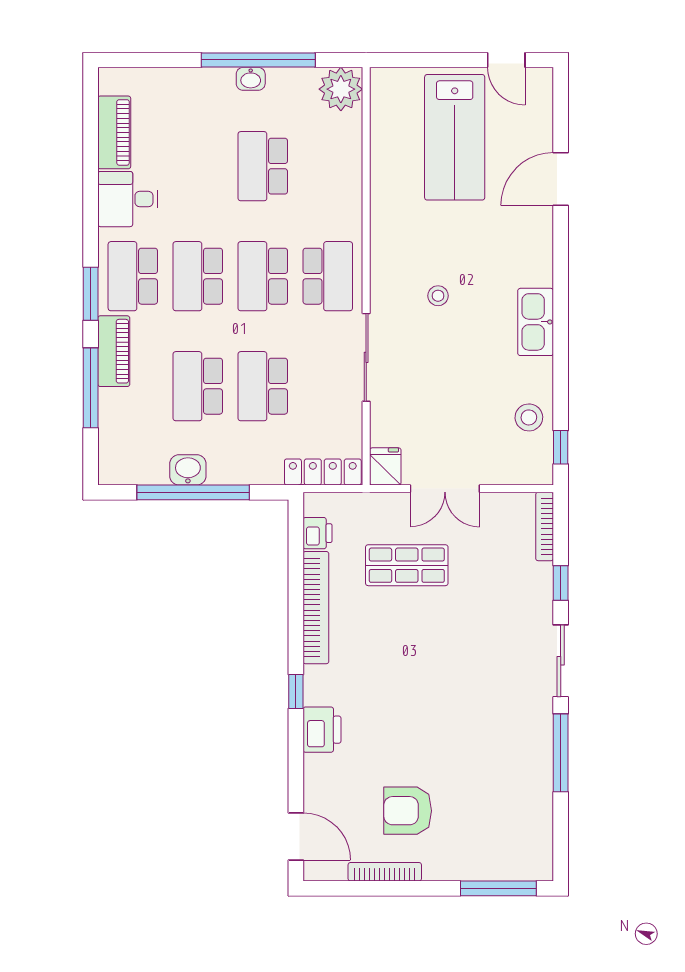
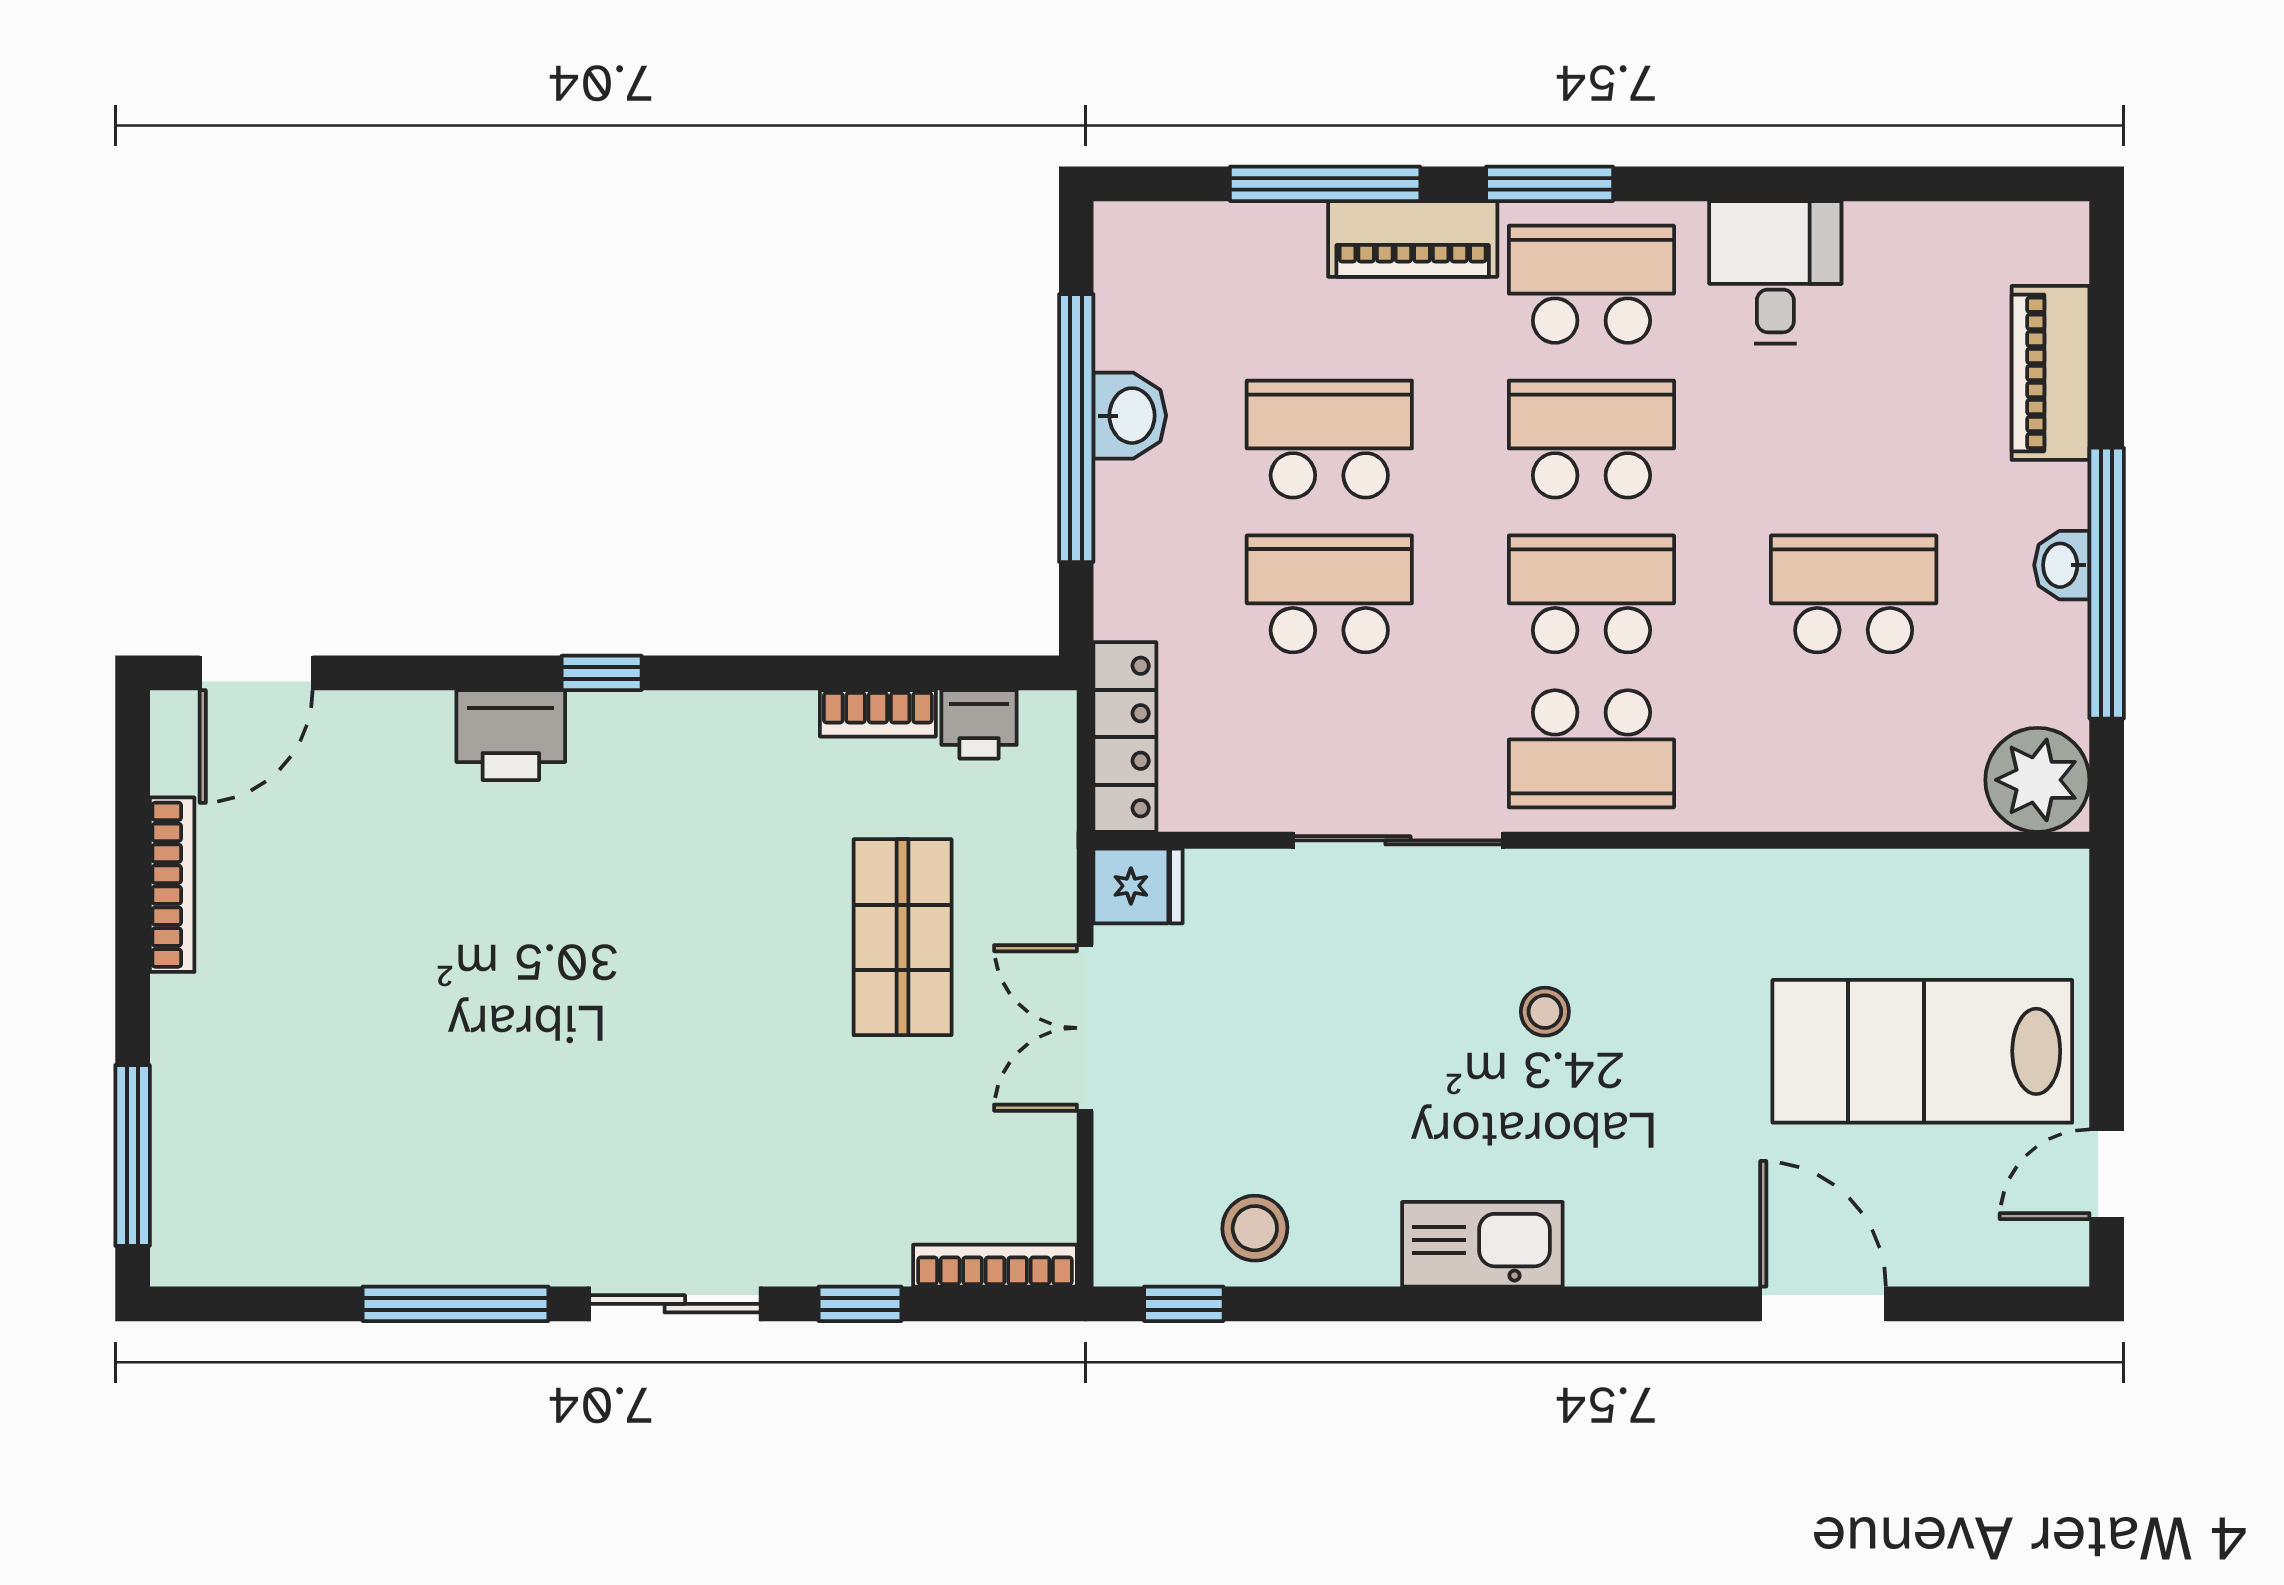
piano: (114, 132) -> (2051, 373), moved, turned 90
bookcase: (316, 608) -> (878, 713), width x0.43, depth x0.76
armchair: (408, 811) -> (318, 939), removed

